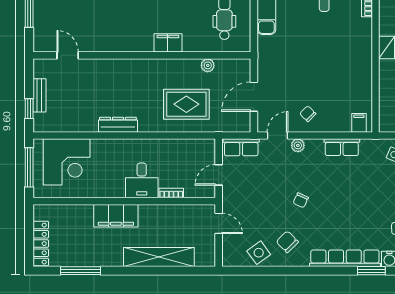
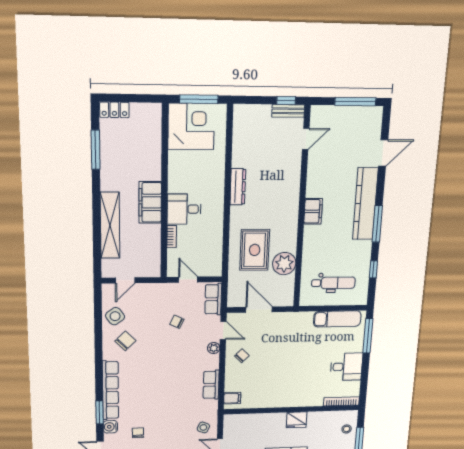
filing cabinet: (168, 43) -> (313, 211), moved
plant: (208, 65) -> (284, 264), width x1.87, depth x1.87
bench: (39, 95) -> (288, 111), moved
window: (29, 109) -> (286, 101), moved
corner desk: (67, 162) -> (191, 126), moved, turned 180
chair: (301, 200) -> (177, 322), moved
filing cabinet: (116, 216) -> (150, 202), moved
door: (219, 223) -> (125, 280), moved
locker: (41, 244) -> (114, 110), width x0.66

